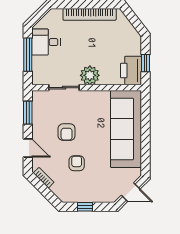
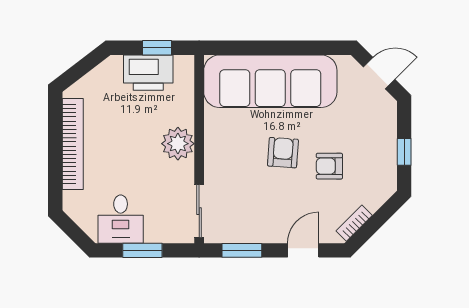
window: (28, 55) -> (142, 250), width x0.69
printer: (131, 71) -> (148, 73), moved
sliding door: (64, 88) -> (199, 211), moved
armchair: (67, 132) -> (283, 153), moved, turned -86
door: (131, 192) -> (379, 73), hinge flipped

